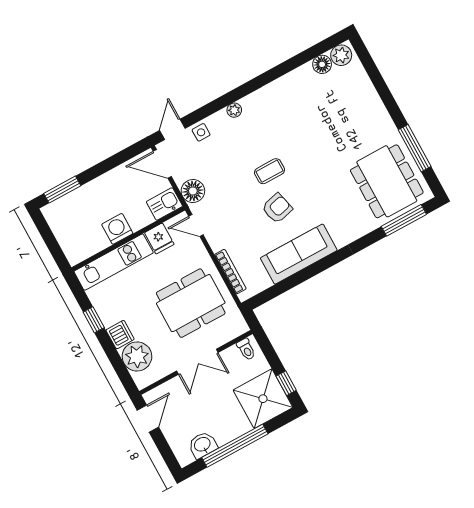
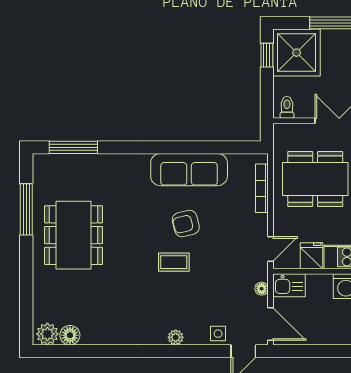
dining table: (387, 181) -> (74, 235), moved
floor lamp: (193, 191) -> (262, 289), width x0.53, depth x0.53
door: (196, 226) -> (271, 249), hinge flipped

